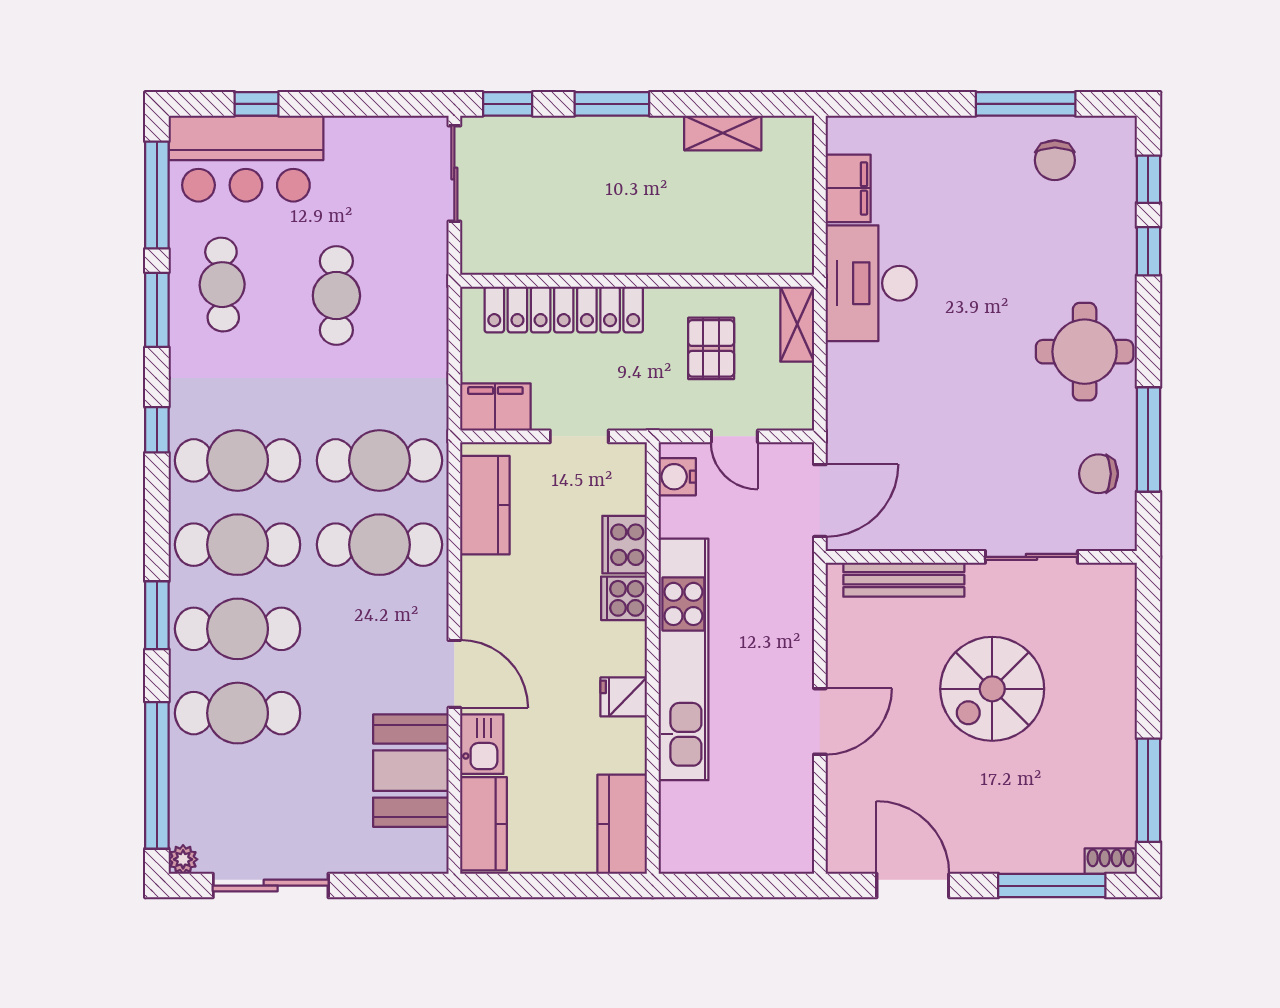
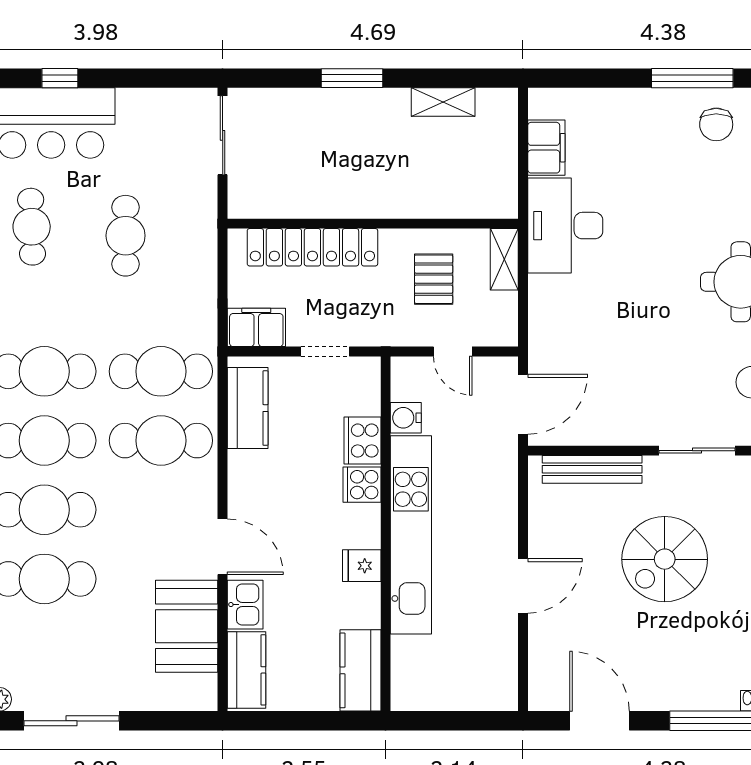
window: (508, 104) -> (266, 78), removed
water cooler: (677, 477) -> (406, 418), moved

